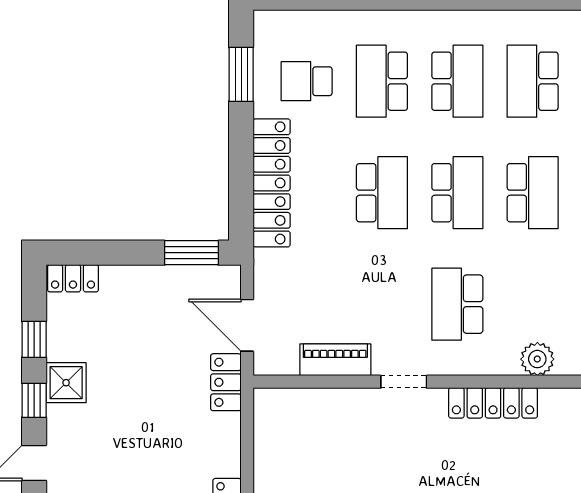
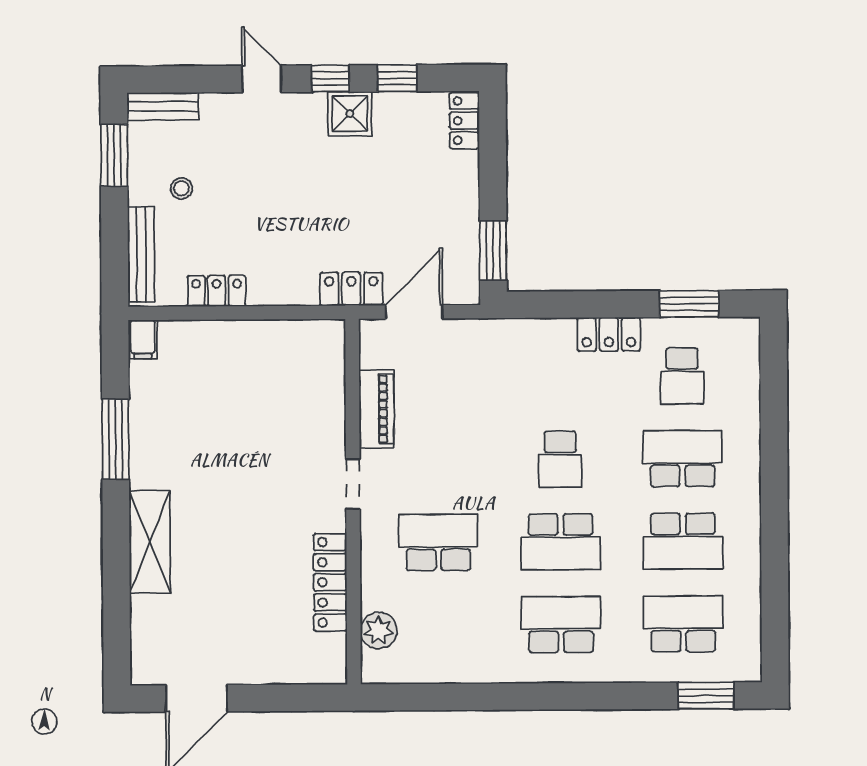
school desk: (307, 81) -> (682, 376), turned 180
locker: (272, 183) -> (609, 334), width x0.46, depth x0.83
school desk: (382, 193) -> (560, 459), width x0.54
school desk: (533, 193) -> (561, 625), turned 180

